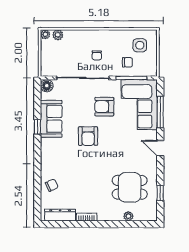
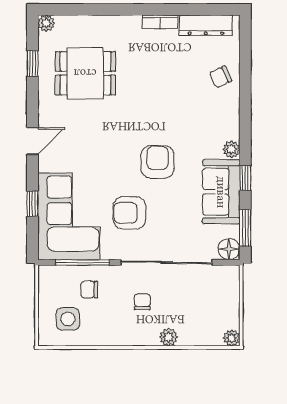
plant: (58, 35) -> (168, 337), moved
window: (37, 98) -> (245, 228), added
armchair: (104, 107) -> (129, 213), turned 180
window: (160, 112) -> (32, 204), width x0.46
plant: (45, 143) -> (231, 149), added
door: (160, 148) -> (32, 141), hinge flipped
plant: (128, 216) -> (46, 23), moved

